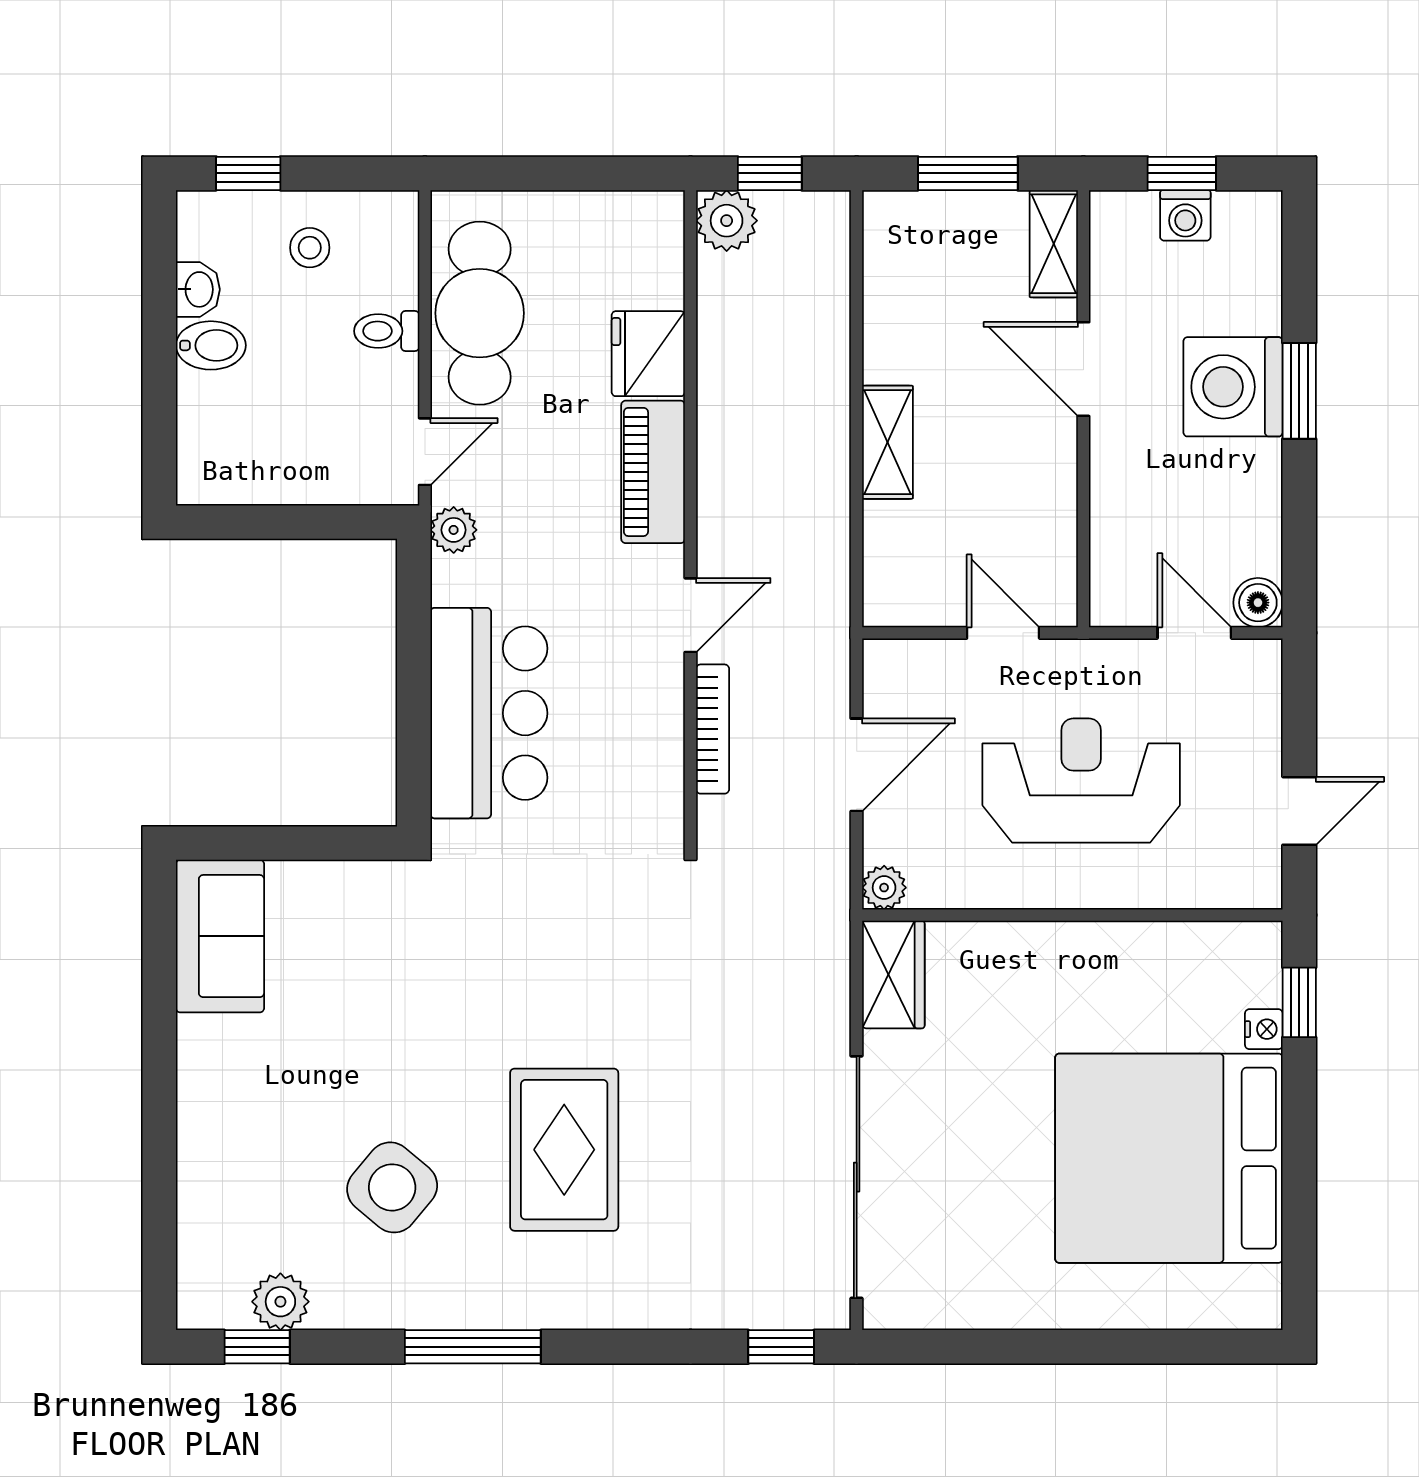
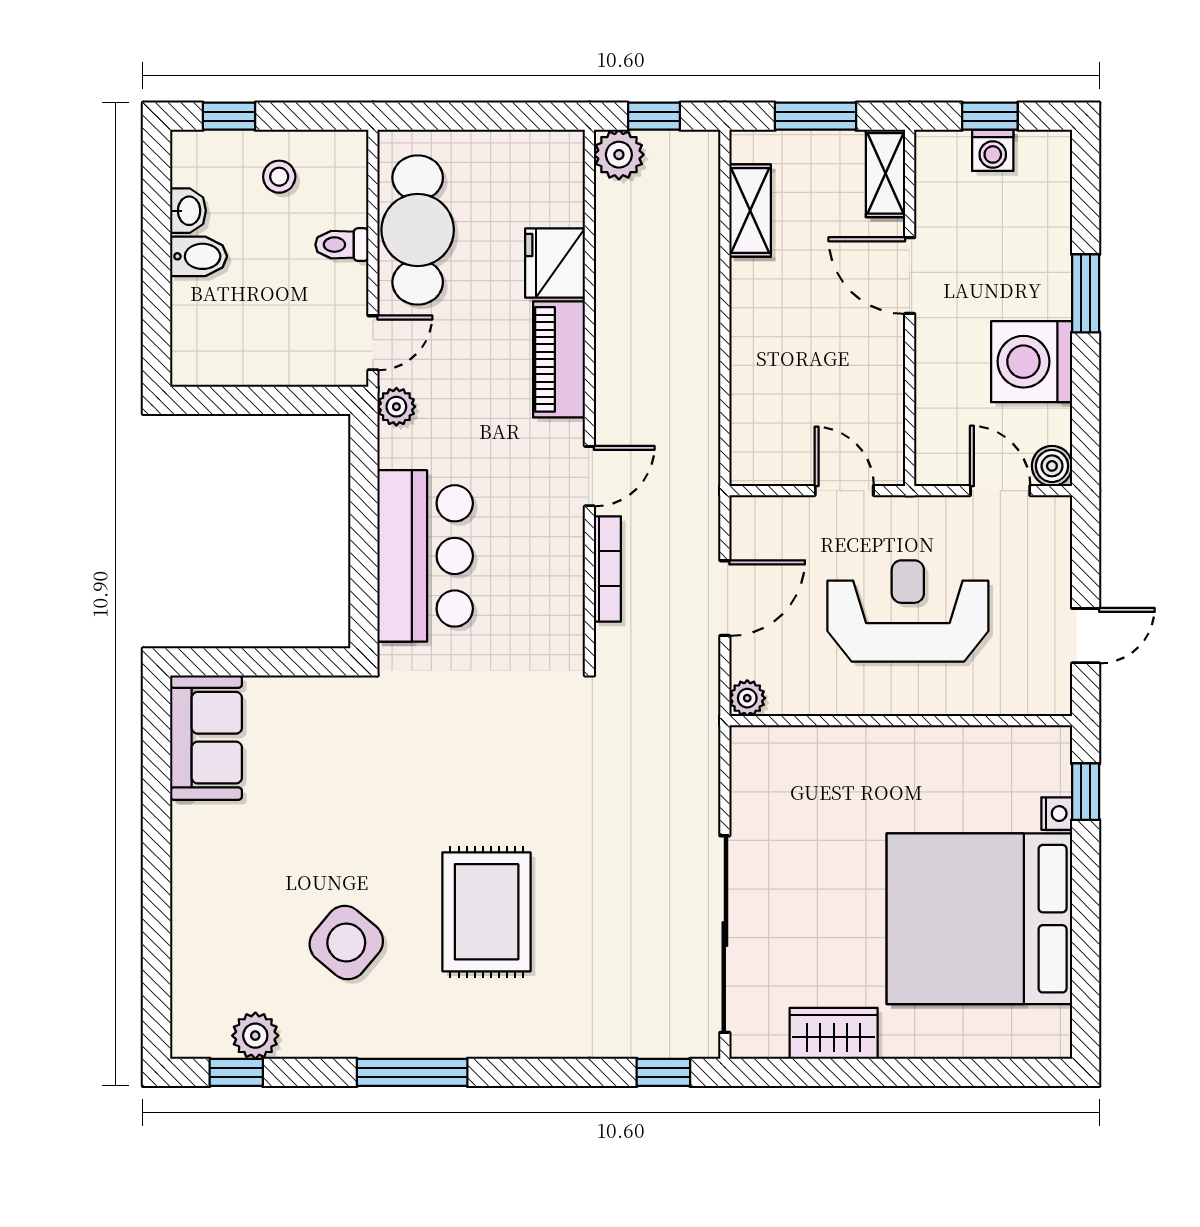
washing machine: (1233, 387) -> (1032, 362), moved
shelving: (888, 442) -> (750, 211), moved
wardrobe: (893, 975) -> (834, 1033), moved, turned -90

